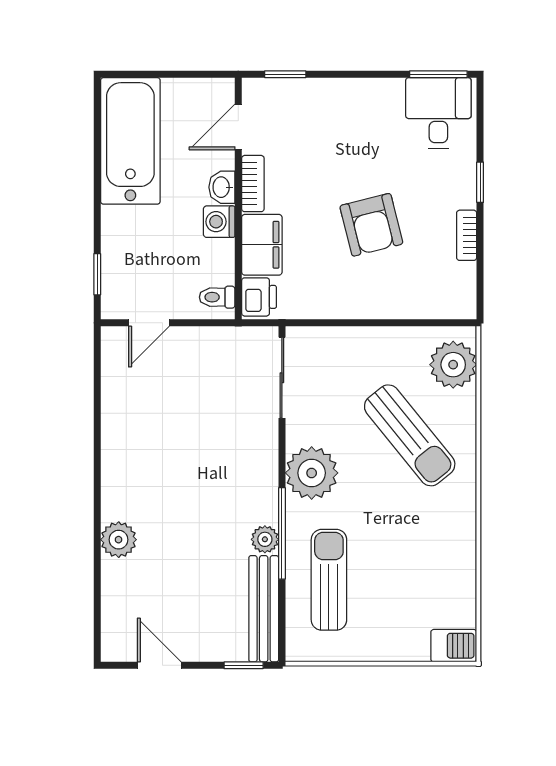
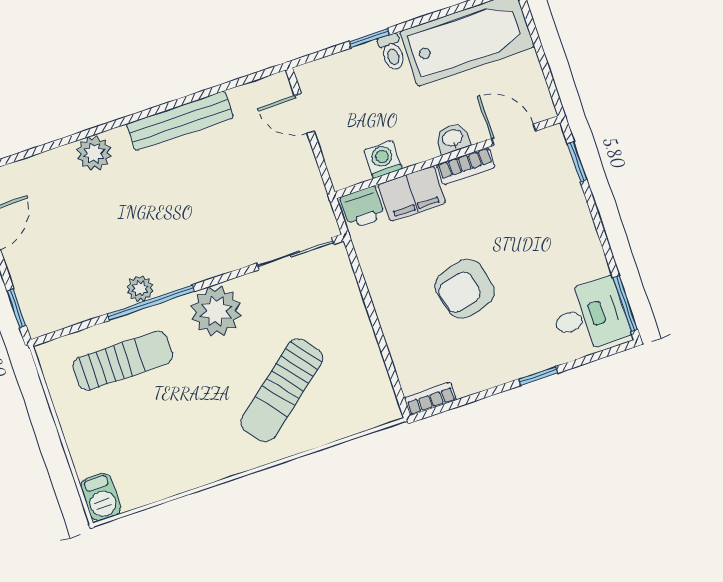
washing machine: (219, 222) -> (383, 159), moved
bookcase: (467, 235) -> (430, 399), moved
window: (97, 274) -> (369, 38), moved
toilet: (217, 297) -> (392, 52), moved, turned 180
plant: (453, 365) -> (361, 408), removed
bench: (264, 609) -> (180, 121), moved

